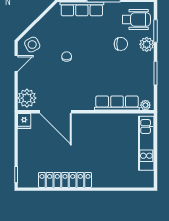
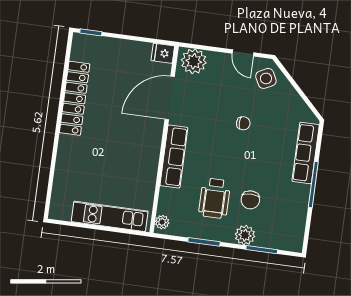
wheelchair: (136, 19) -> (215, 198), moved
row of seats: (117, 103) -> (174, 157), moved

